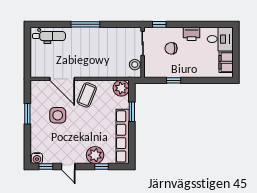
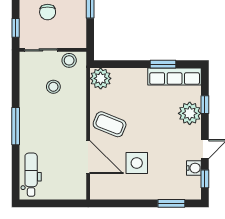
stool: (115, 53) -> (53, 87), added
door: (62, 79) -> (88, 157), hinge flipped
window: (132, 112) -> (163, 64), moved
window: (27, 114) -> (171, 203), moved
row of seats: (123, 136) -> (175, 76), width x0.73
water cooler: (37, 158) -> (194, 168), moved

